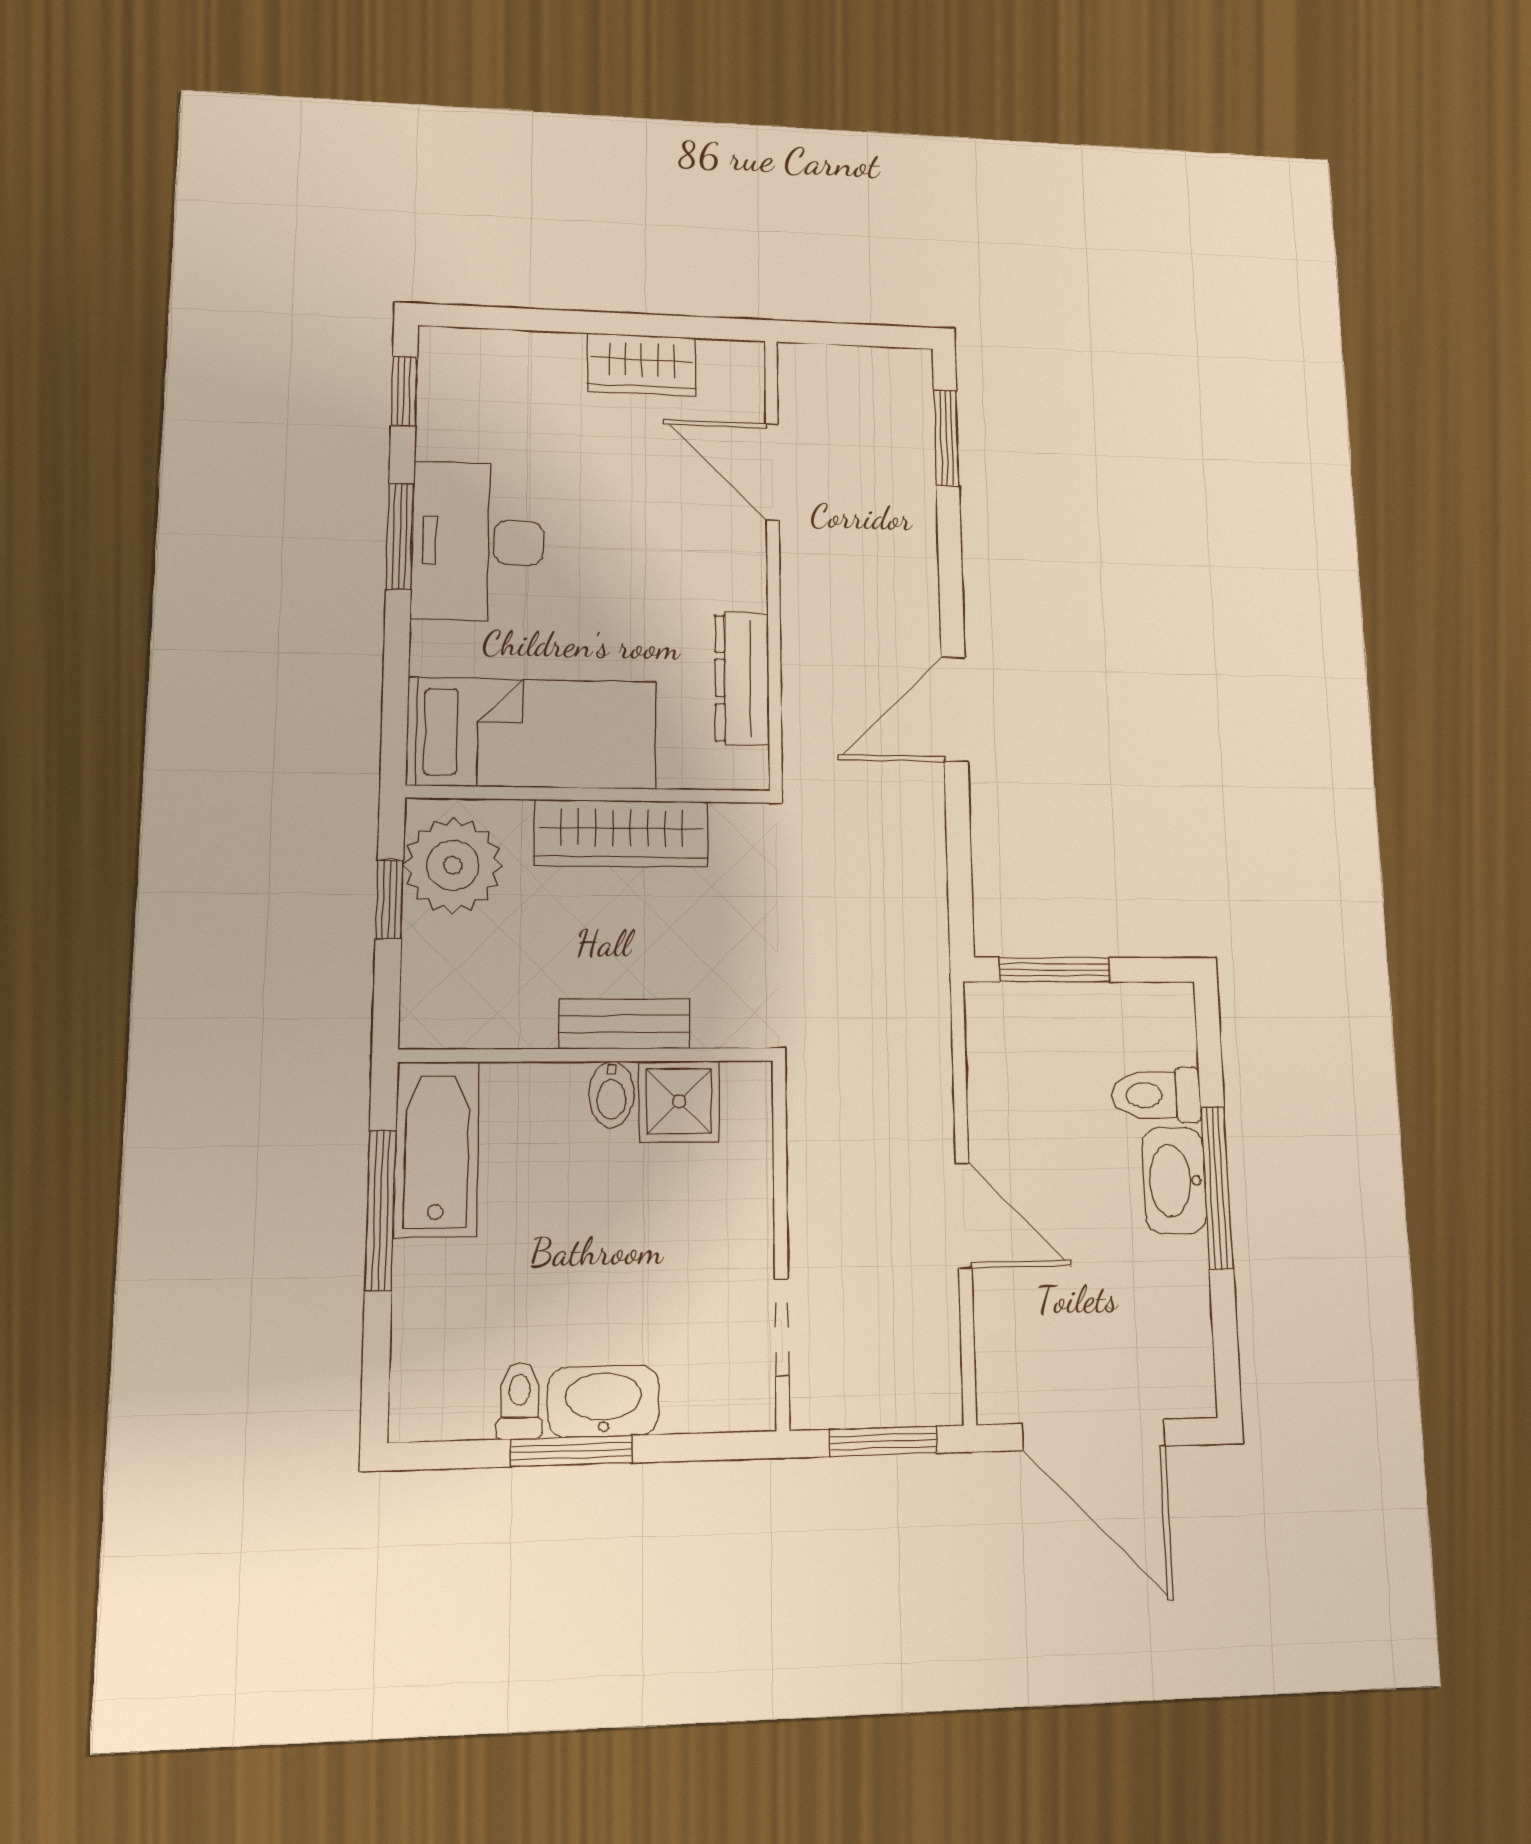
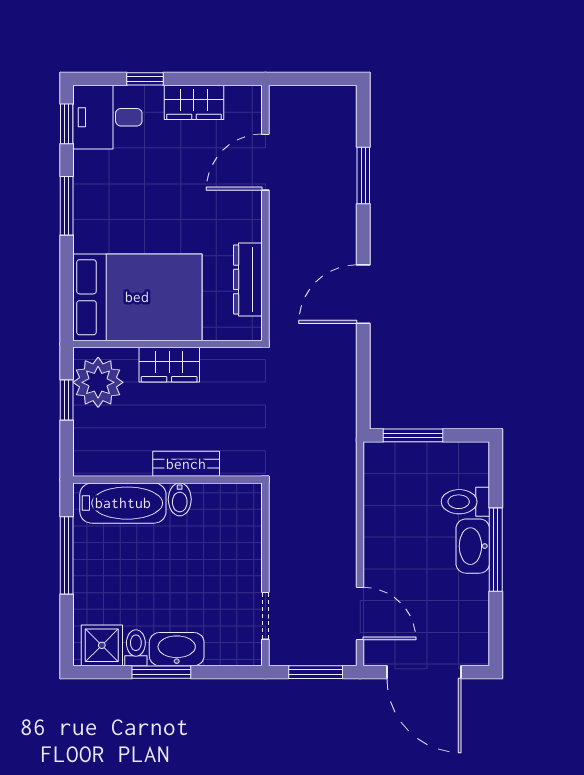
window: (552, 321) -> (145, 79), added
window: (946, 438) -> (363, 175), moved
door: (772, 472) -> (265, 162), hinge flipped
desk: (478, 542) -> (107, 117), moved, width x0.73
bed: (532, 733) -> (137, 297), width x1.50
wardrobe: (622, 833) -> (169, 365), width x0.67
shower: (679, 1101) -> (102, 645), moved
bathtub: (437, 1149) -> (123, 503), moved, turned 90
door: (964, 1215) -> (360, 613), moved

